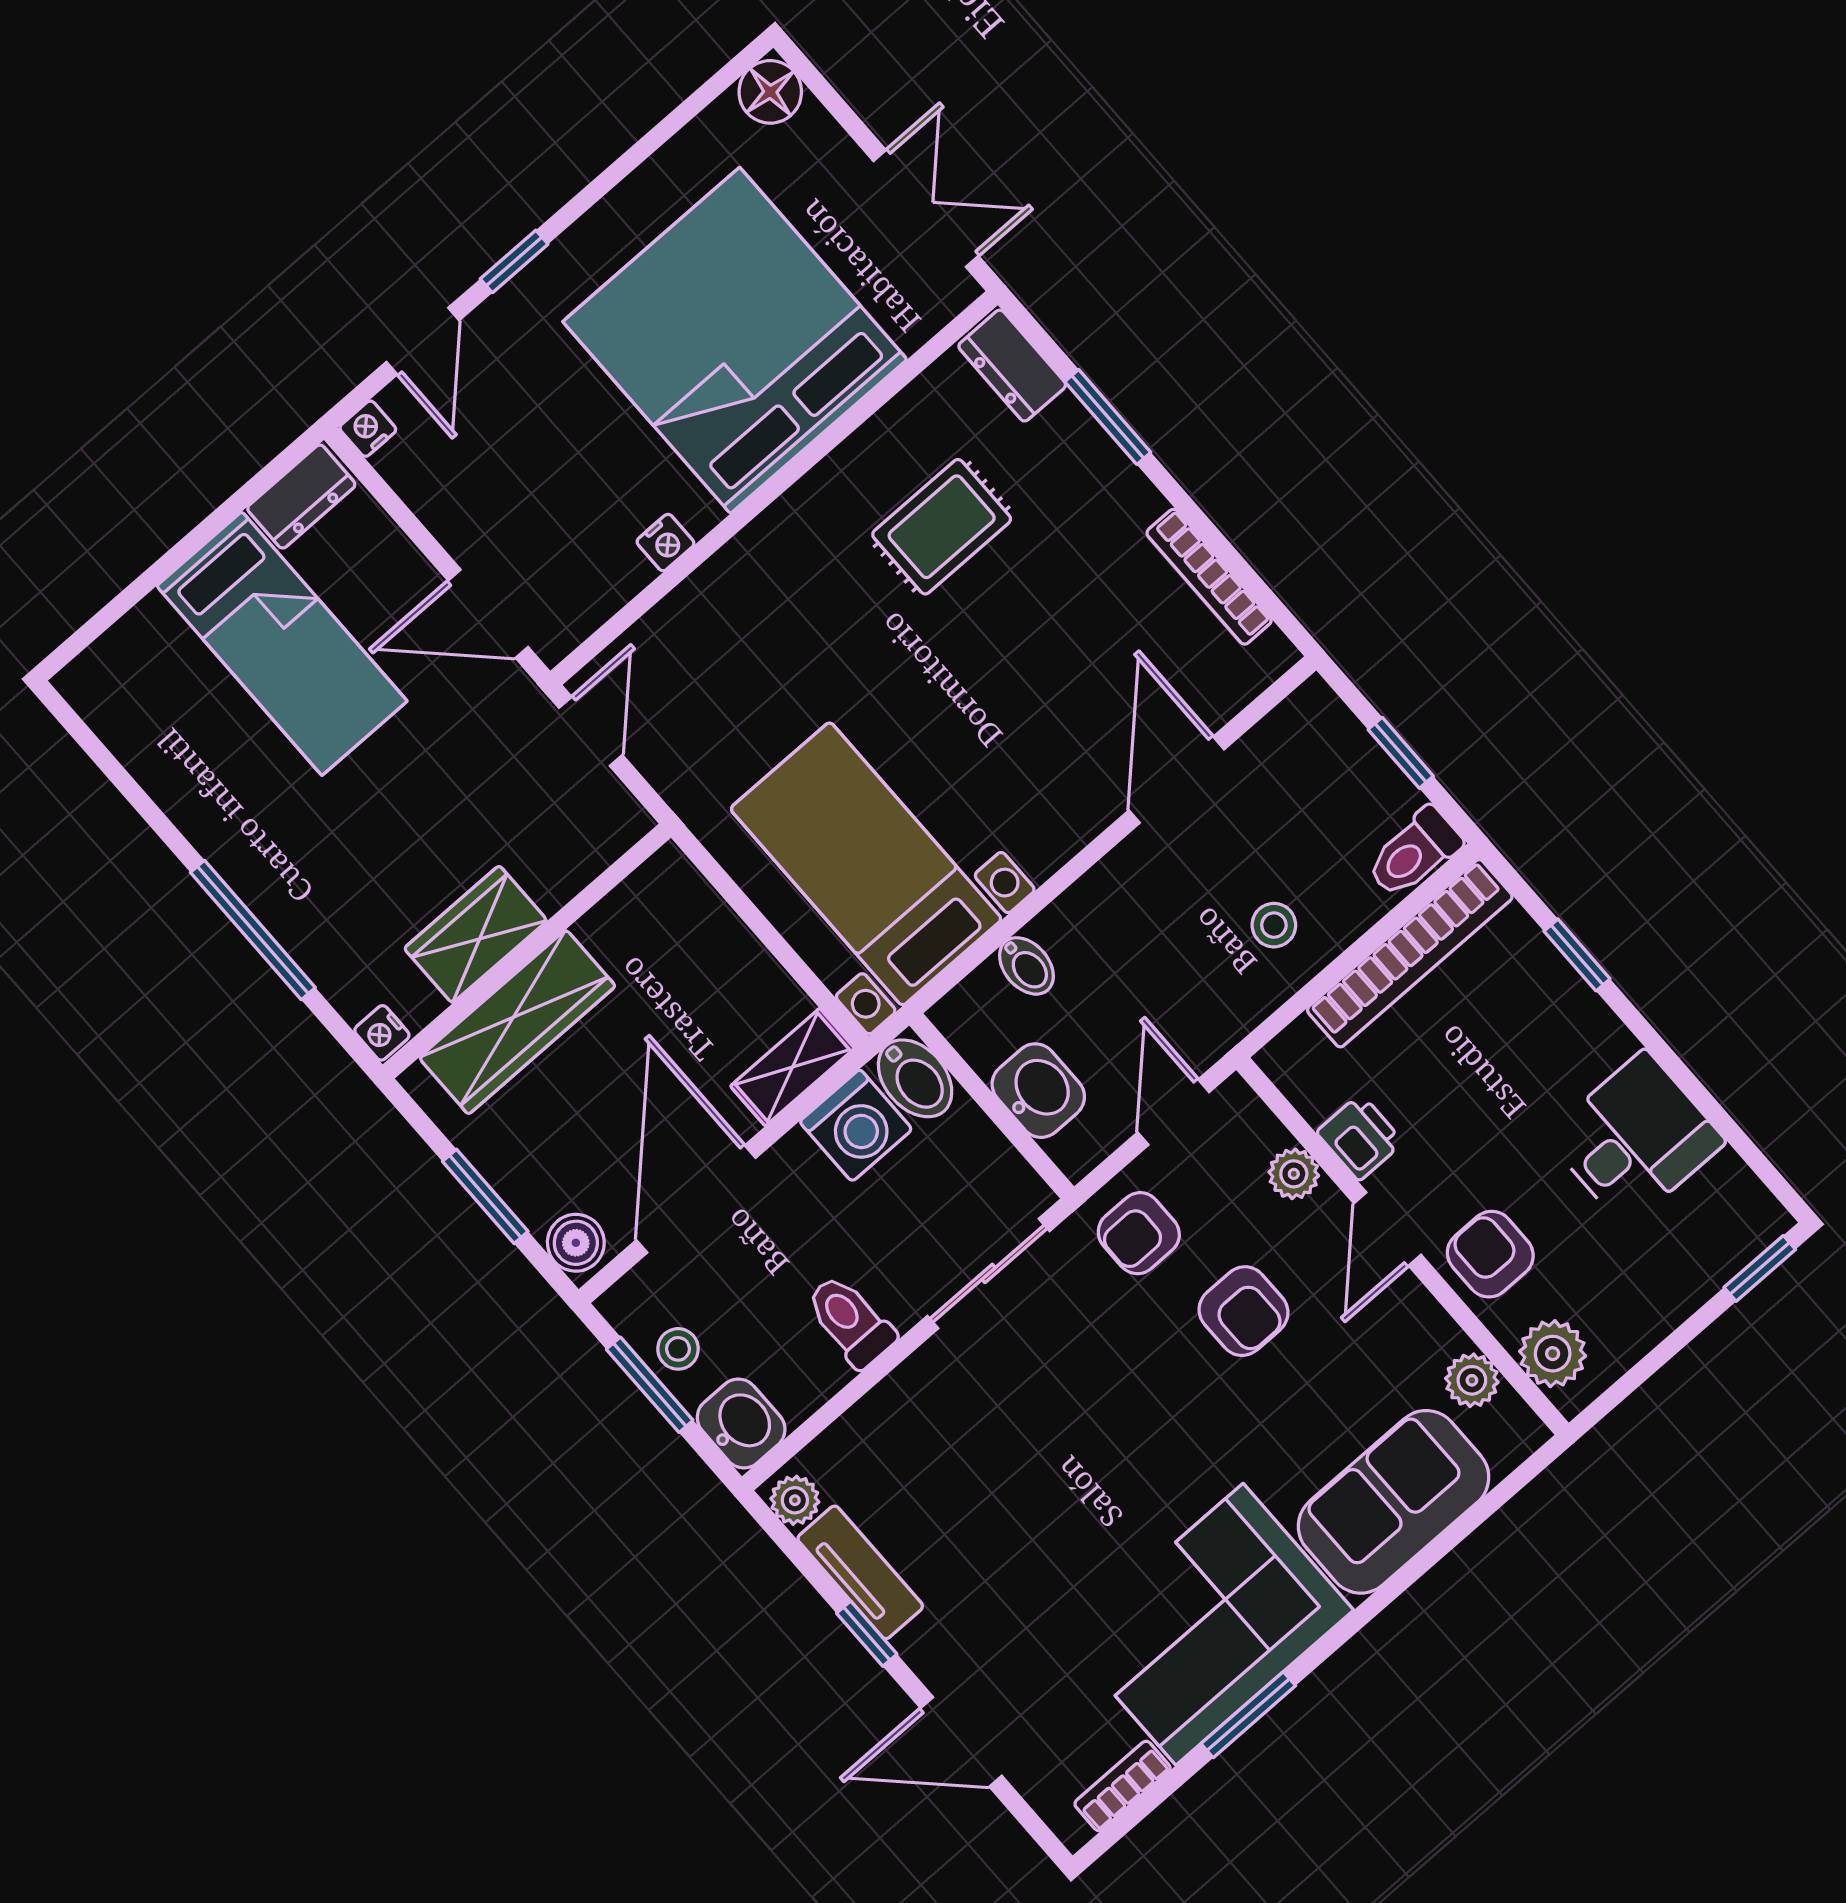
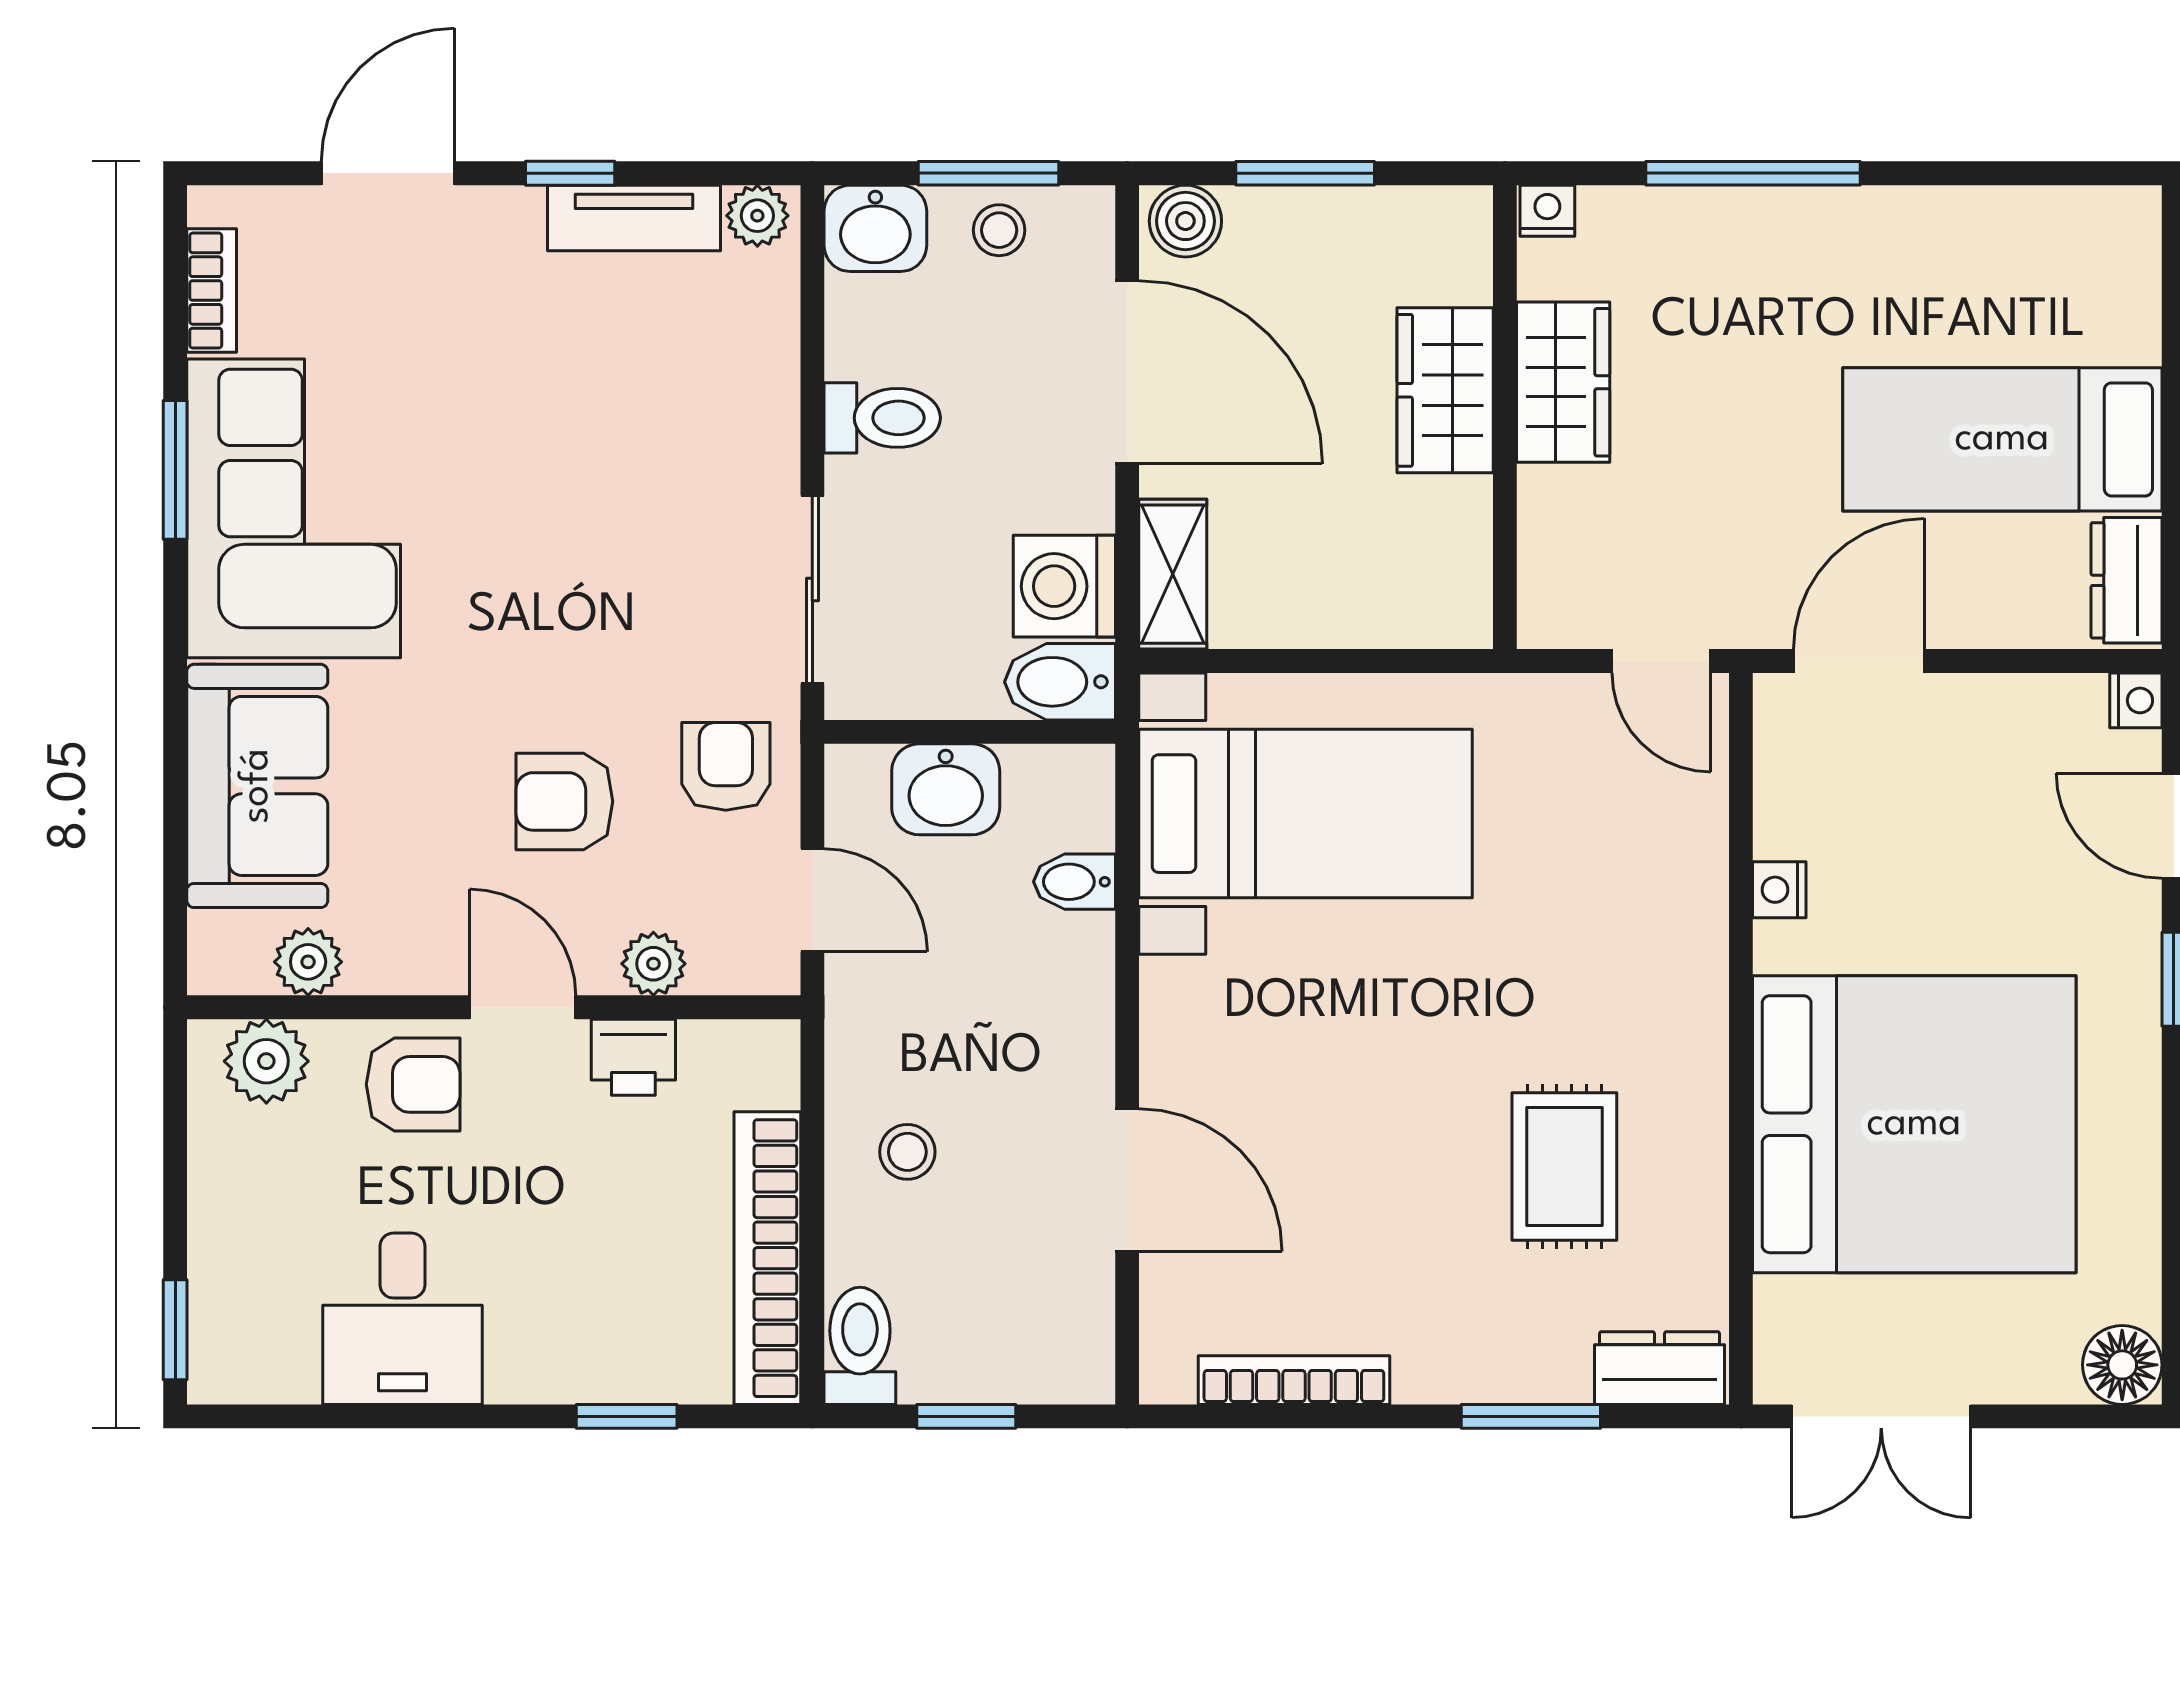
wardrobe: (517, 1022) -> (1445, 390), width x0.67

